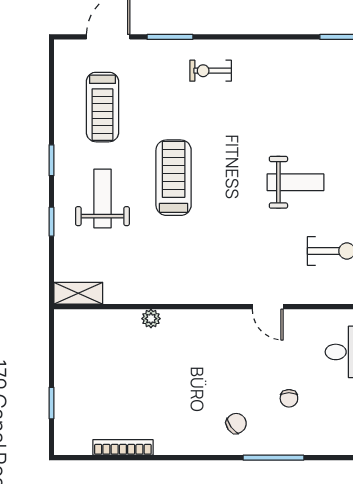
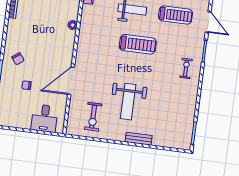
treadmill: (102, 107) -> (175, 15), turned 180
weight bench: (295, 182) -> (128, 102), width x1.36, depth x1.33
door: (268, 307) -> (71, 81), width x1.87

